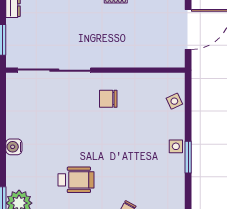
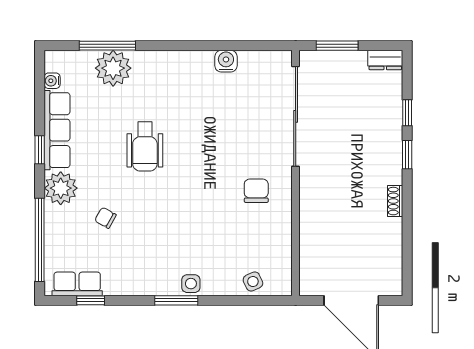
water cooler: (14, 147) -> (226, 61), moved

